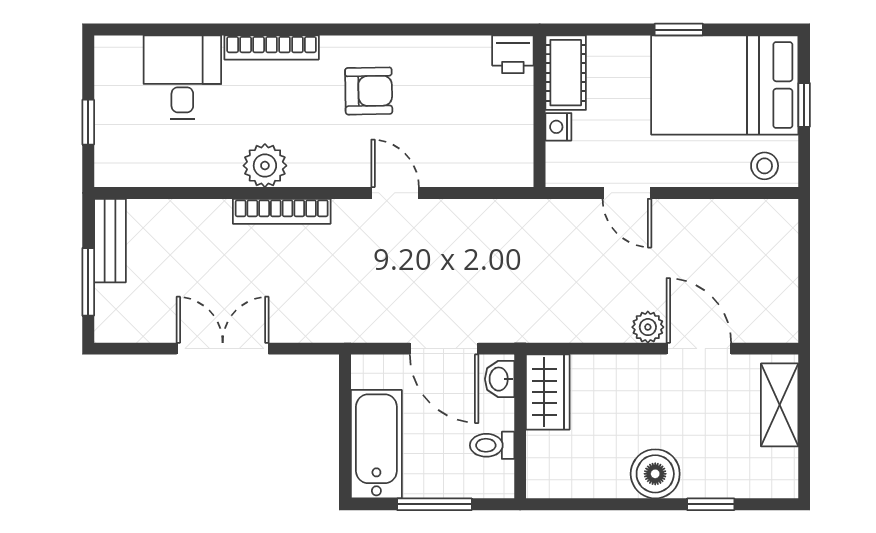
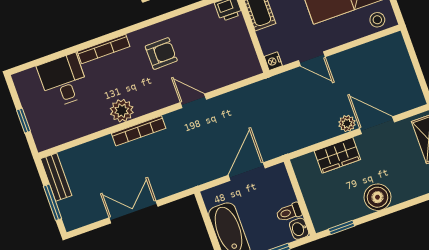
nightstand: (558, 127) -> (273, 61), moved
door: (444, 349) -> (247, 172), swing flipped
washbasin: (500, 379) -> (299, 229), moved
wardrobe: (548, 392) -> (337, 155), moved, turned 90
window: (711, 504) -> (342, 228), moved

